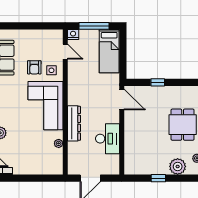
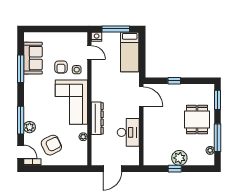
armchair: (24, 152) -> (51, 145), added
plant: (178, 166) -> (179, 158), moved

